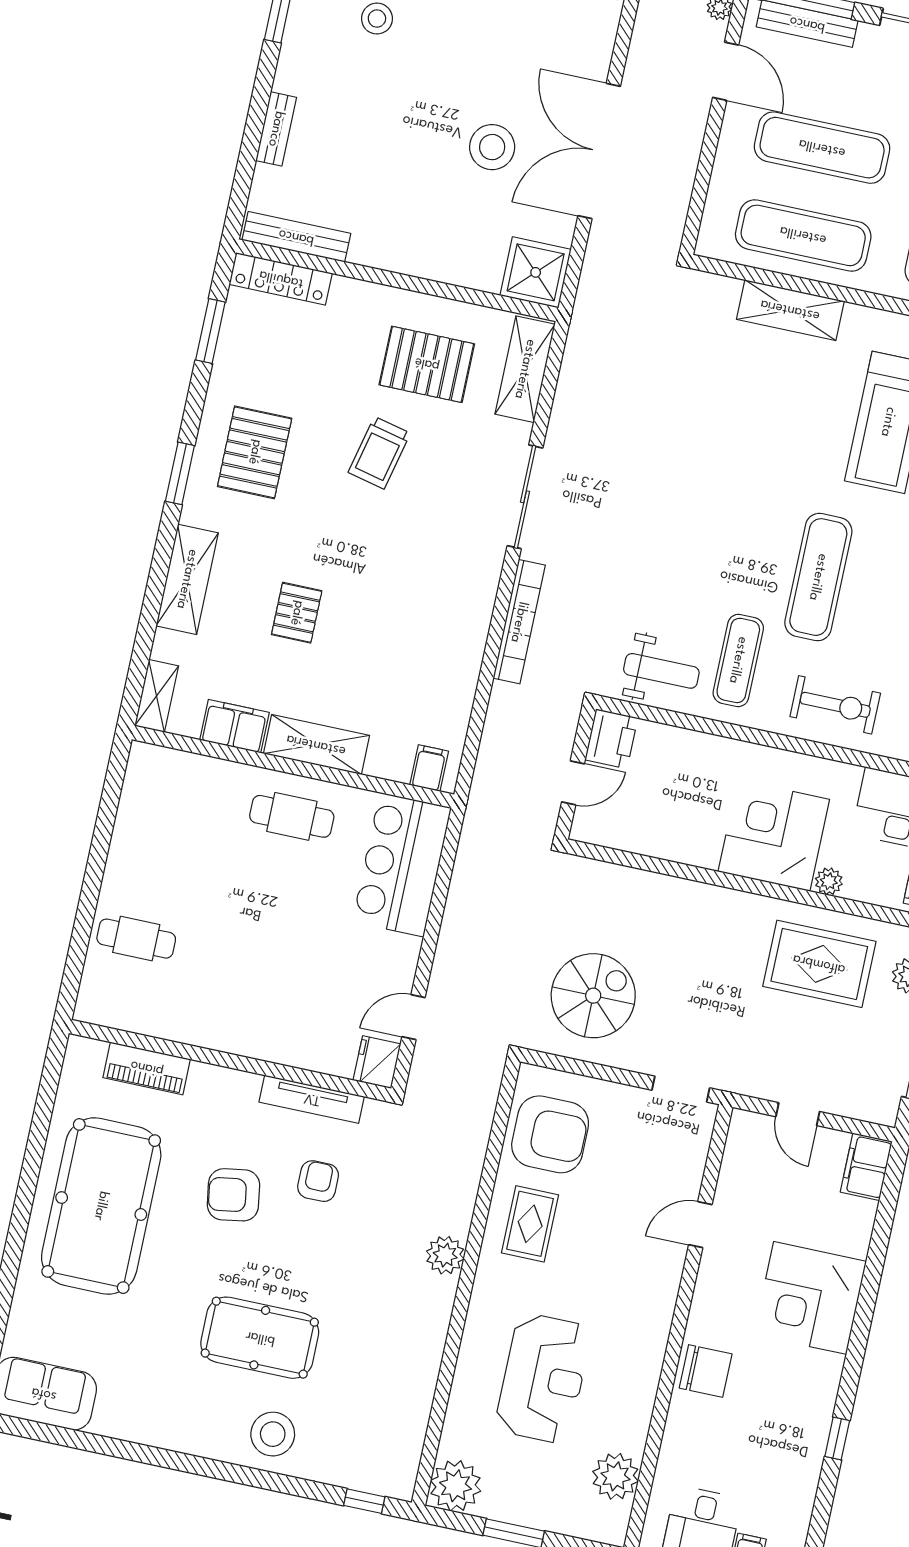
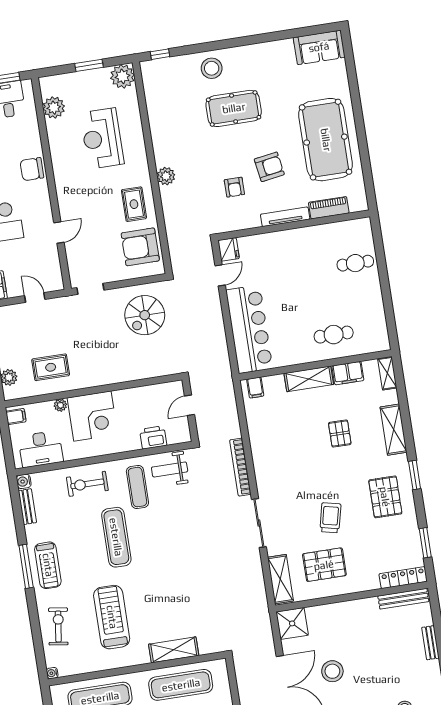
printer: (611, 739) -> (153, 437), moved, turned 90
cafe table: (292, 816) -> (334, 335), moved
bar counter: (402, 865) -> (249, 329), width x1.36
rug: (819, 964) -> (51, 367), width x0.73, depth x0.70
tv unit: (312, 1099) -> (285, 217), moved

